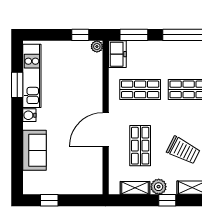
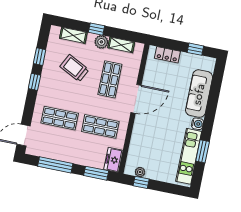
plant: (97, 46) -> (140, 172), moved
sofa: (35, 150) -> (199, 94), width x1.36
locker: (80, 187) -> (167, 55), added

